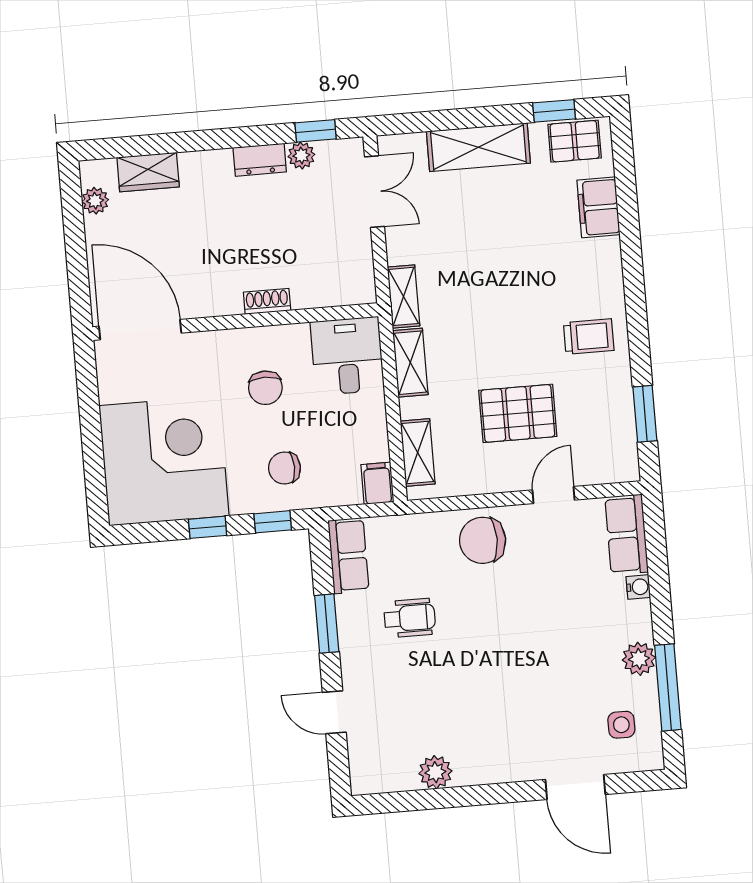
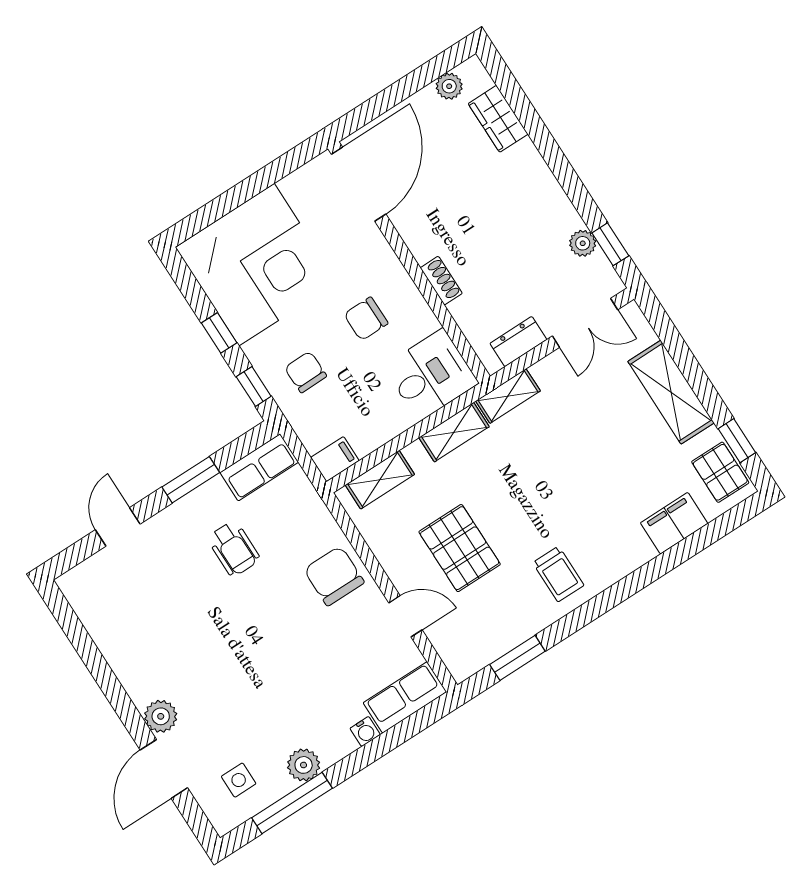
dresser: (260, 160) -> (518, 342), moved, turned 90
plant: (435, 772) -> (161, 716), moved

